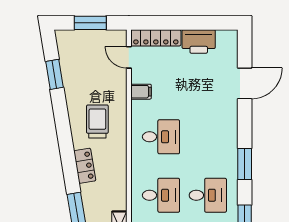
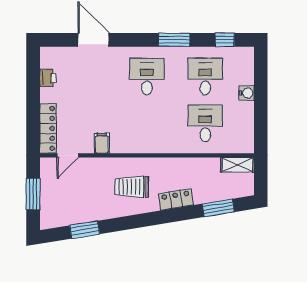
printer: (199, 41) -> (48, 78), width x0.53, depth x0.68
desk: (161, 137) -> (147, 77), moved

